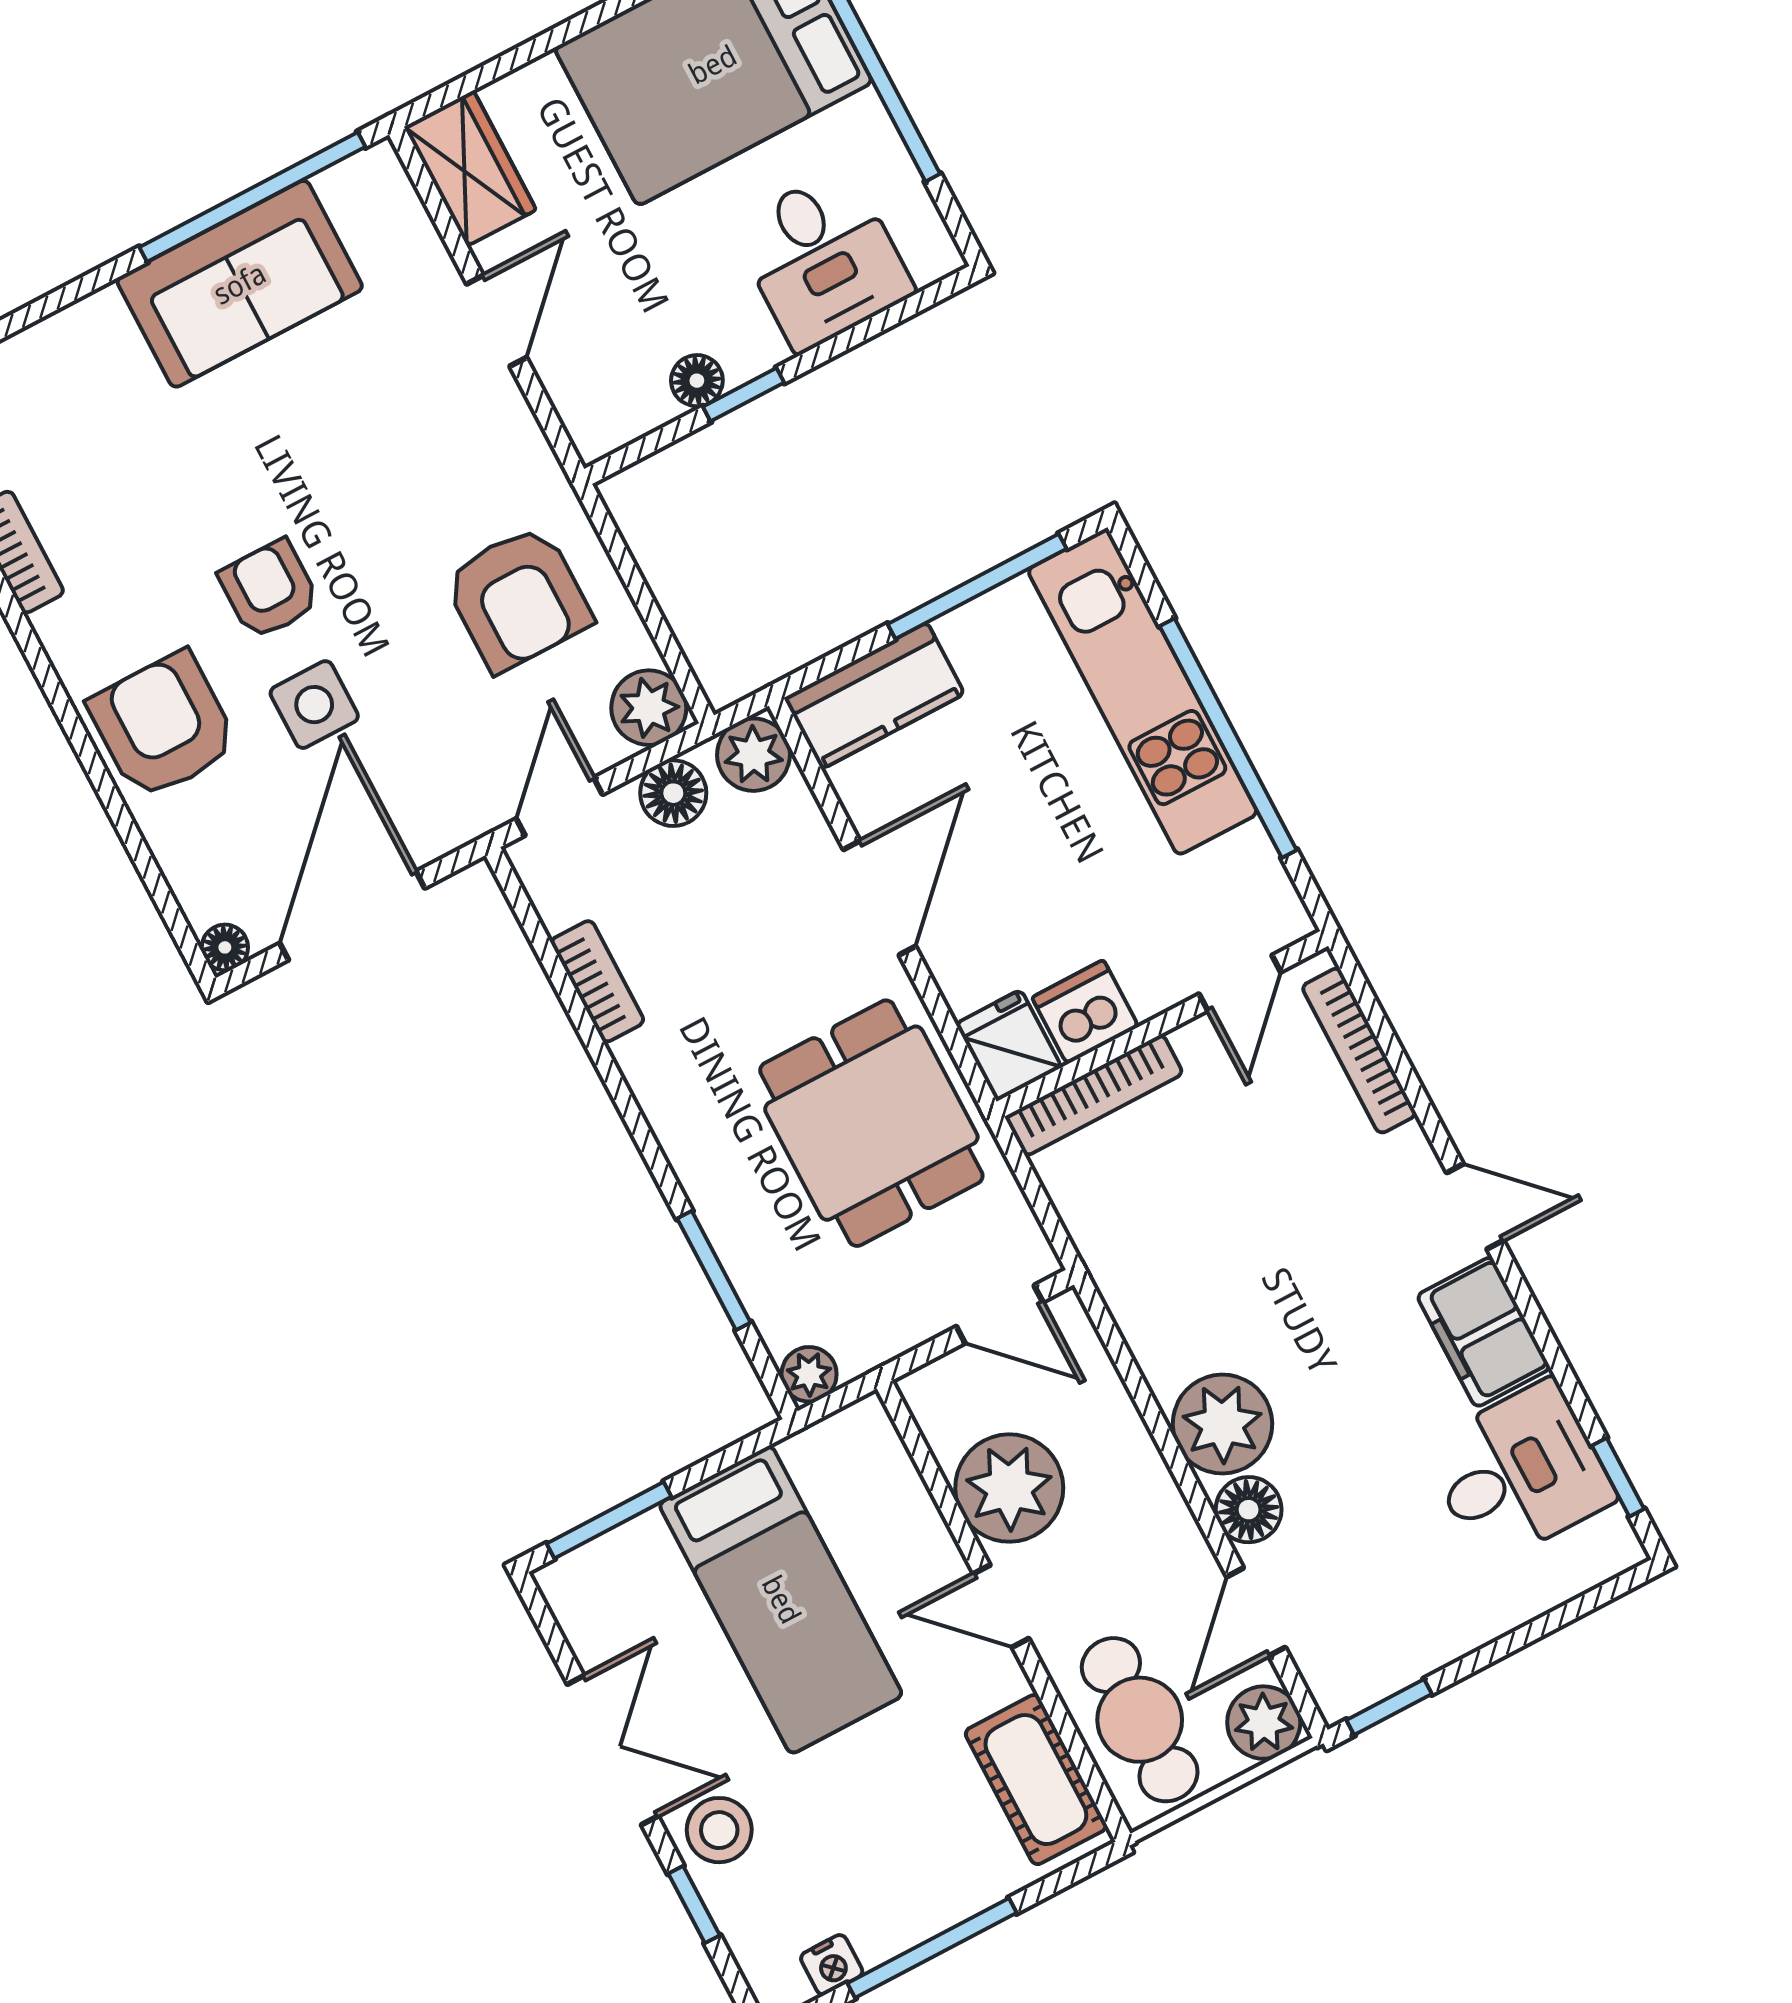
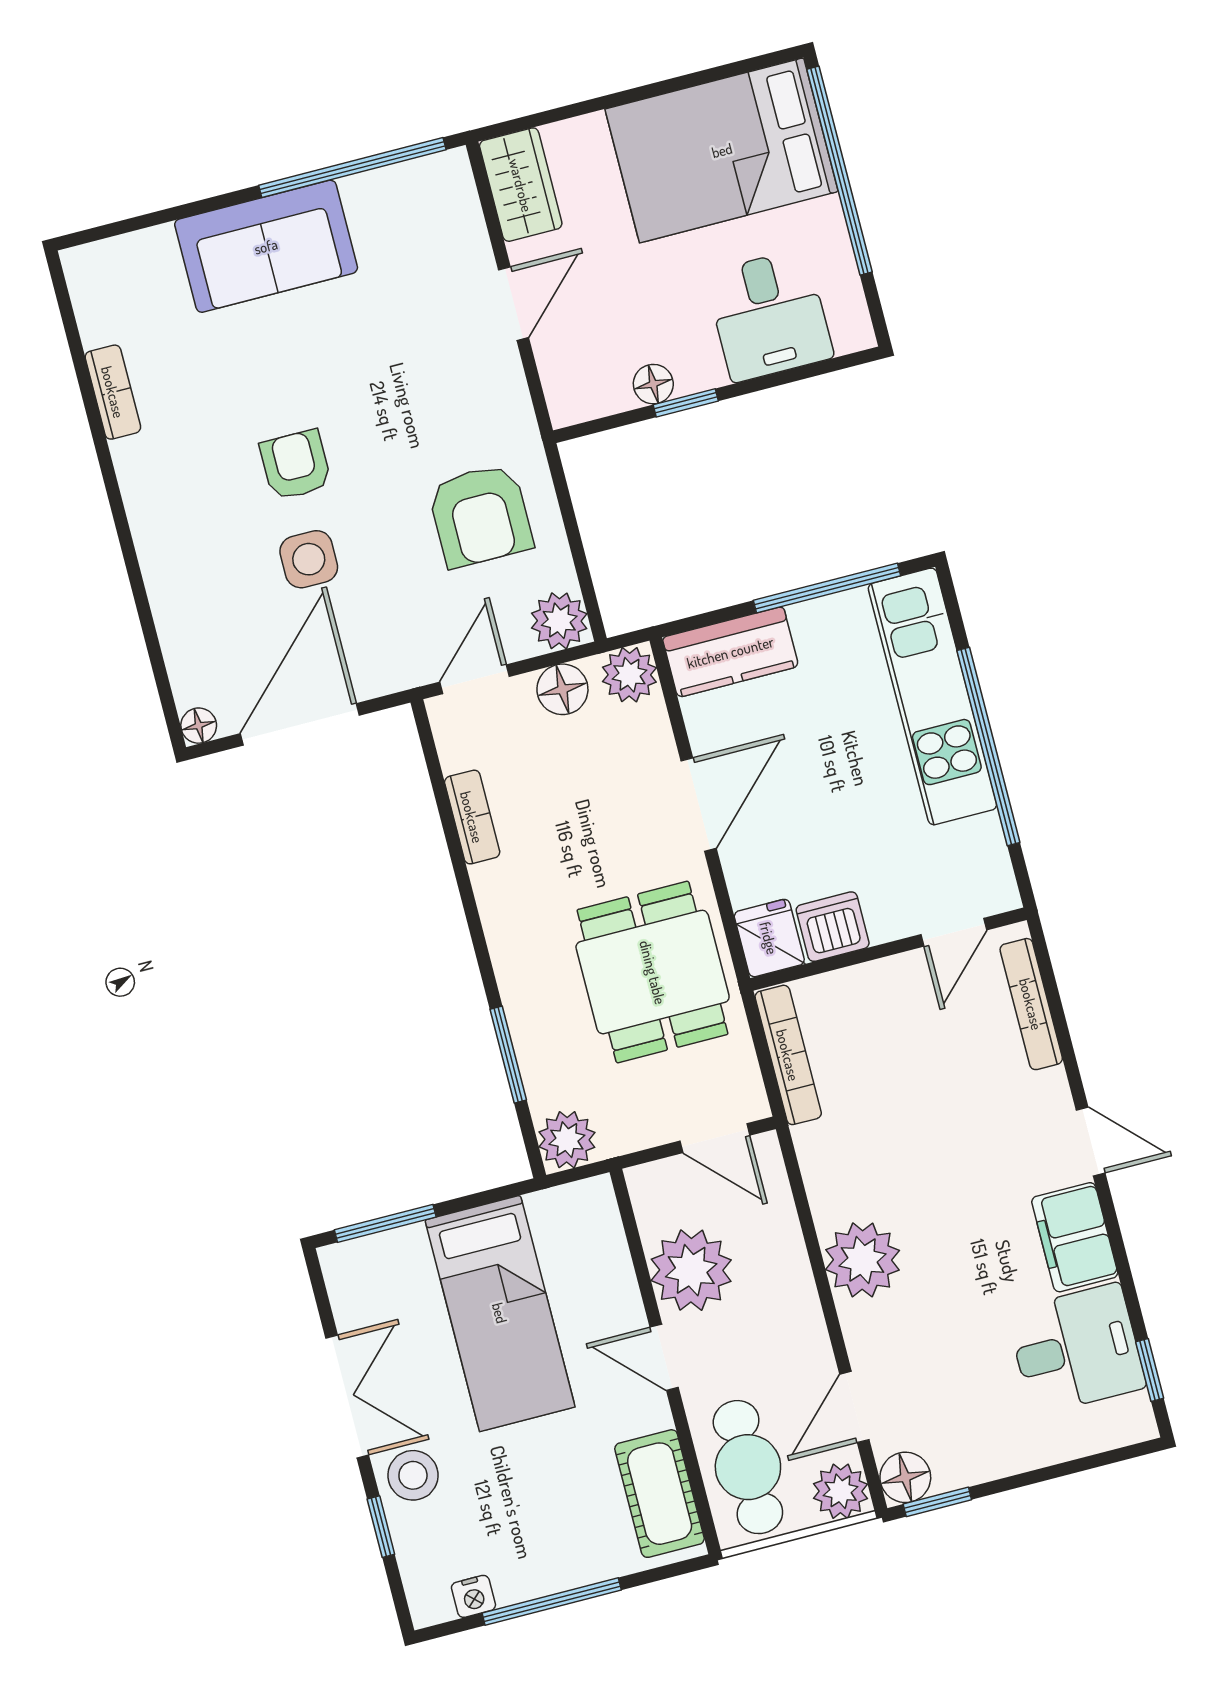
sofa: (240, 284) -> (266, 246), moved
armchair: (163, 726) -> (192, 548), removed
bookcase: (1094, 1095) -> (788, 1055), moved, turned -90
plant: (809, 1374) -> (567, 1140), width x1.38, depth x1.38
floor lamp: (1249, 1510) -> (905, 1477), moved

